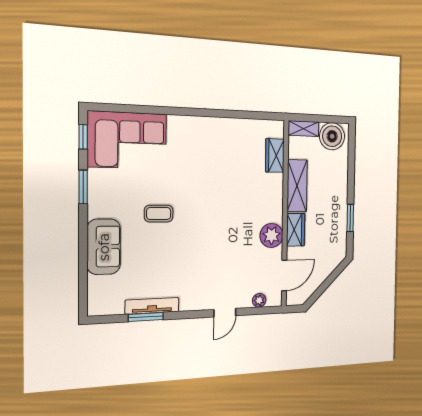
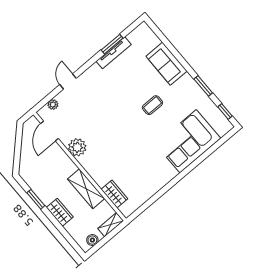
boiler: (332, 136) -> (92, 240), width x0.54, depth x0.54
corner sofa: (127, 140) -> (188, 141), moved
wardrobe: (296, 230) -> (60, 212), moved, turned 180

